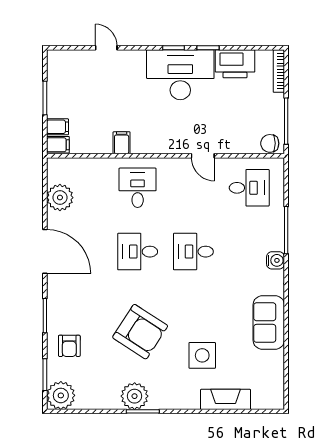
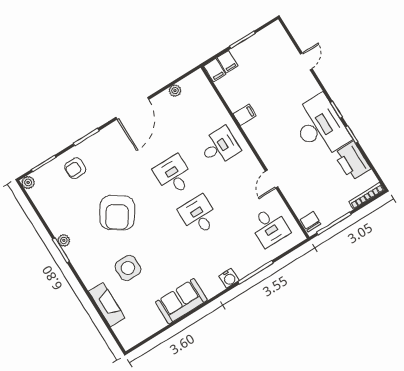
plant: (60, 198) -> (175, 91), width x0.53, depth x0.53
plant: (61, 395) -> (28, 182), width x0.53, depth x0.53
plant: (135, 396) -> (64, 240), width x0.53, depth x0.53

